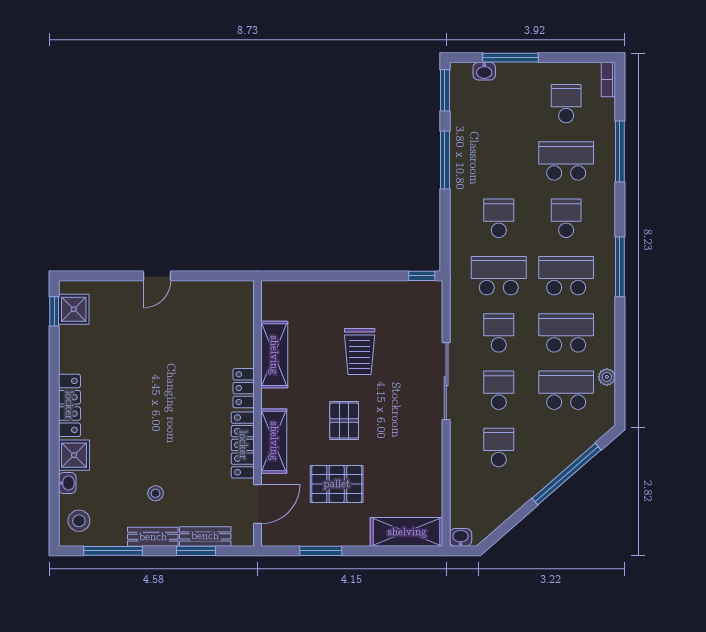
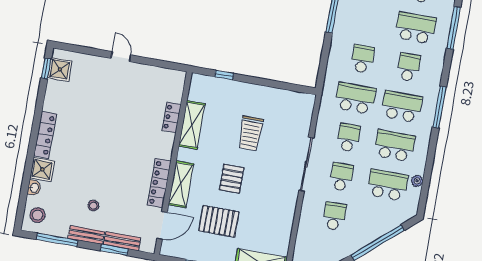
door: (157, 276) -> (121, 57), swing flipped
window: (422, 276) -> (224, 75), moved
locker: (244, 388) -> (171, 117), moved

